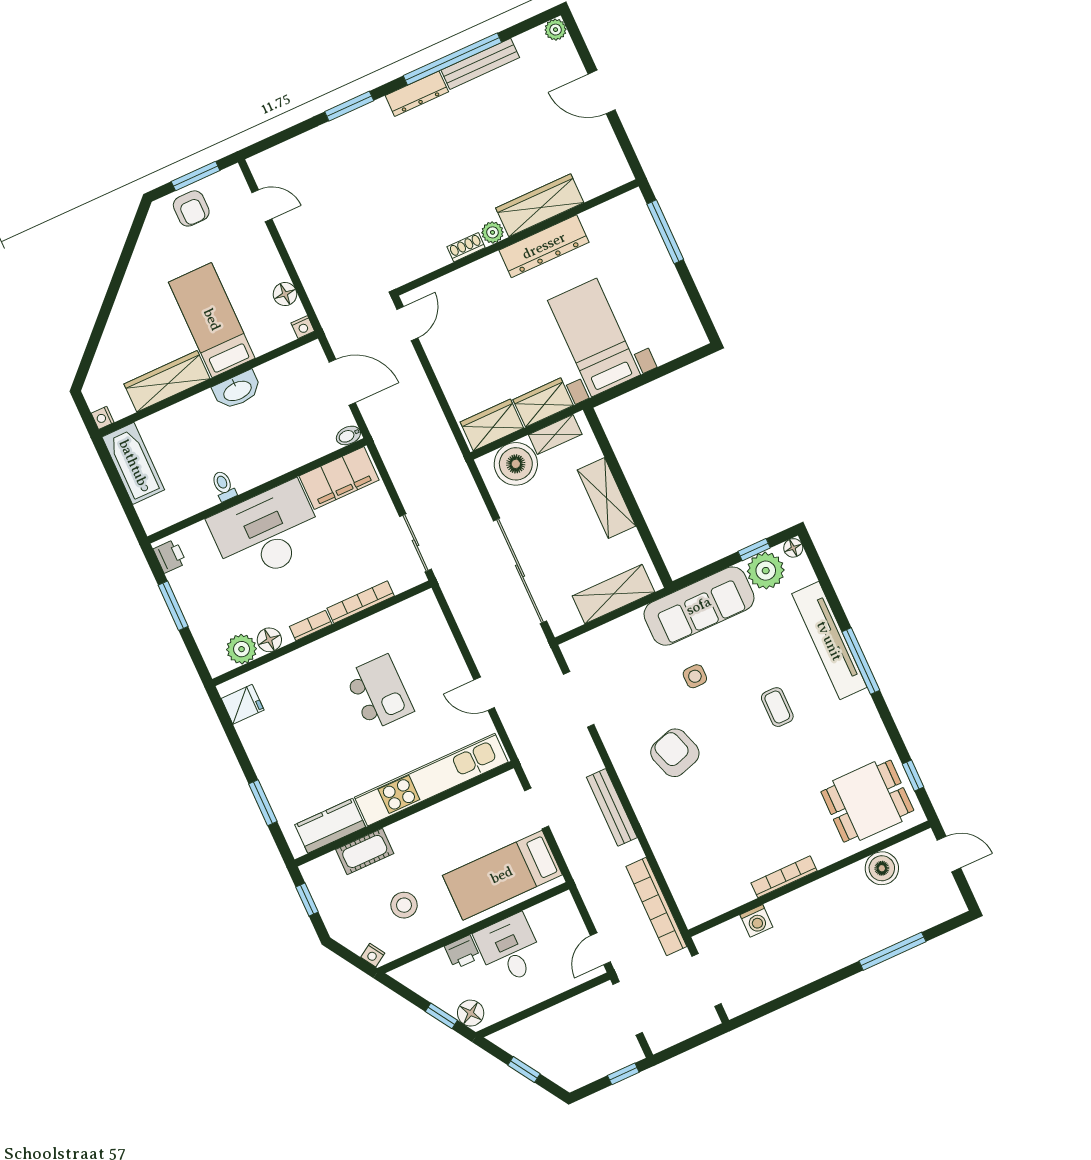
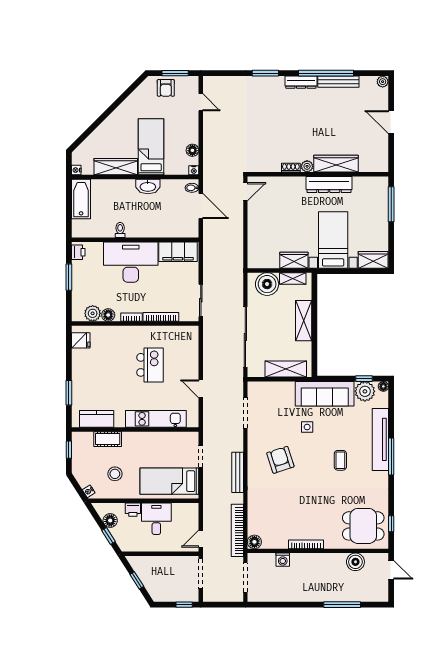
wardrobe: (492, 425) -> (373, 260), moved
bidet: (348, 435) -> (192, 188), moved
kitchen unit: (431, 780) -> (156, 419), width x0.73
floor lamp: (694, 913) -> (254, 542), added
floor lamp: (471, 1013) -> (110, 521), moved

